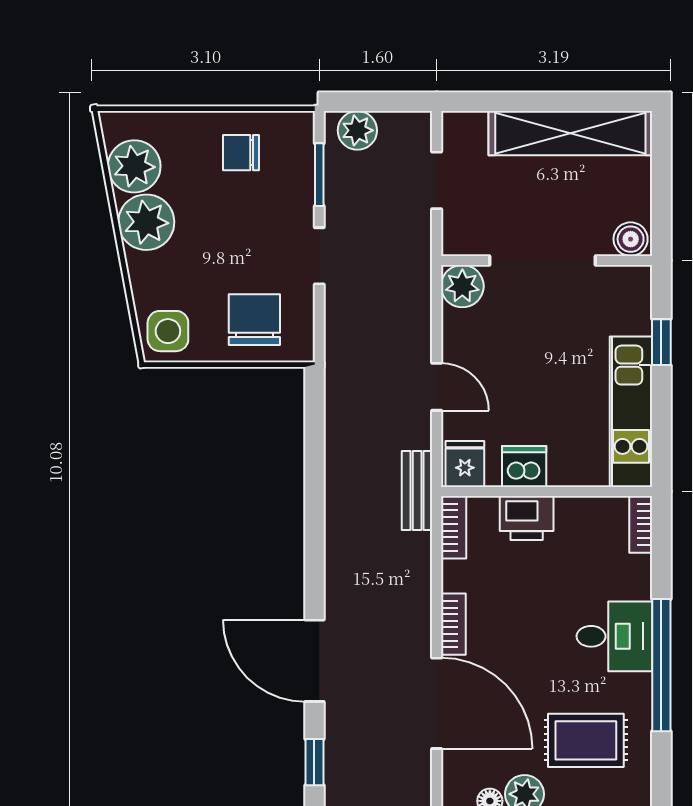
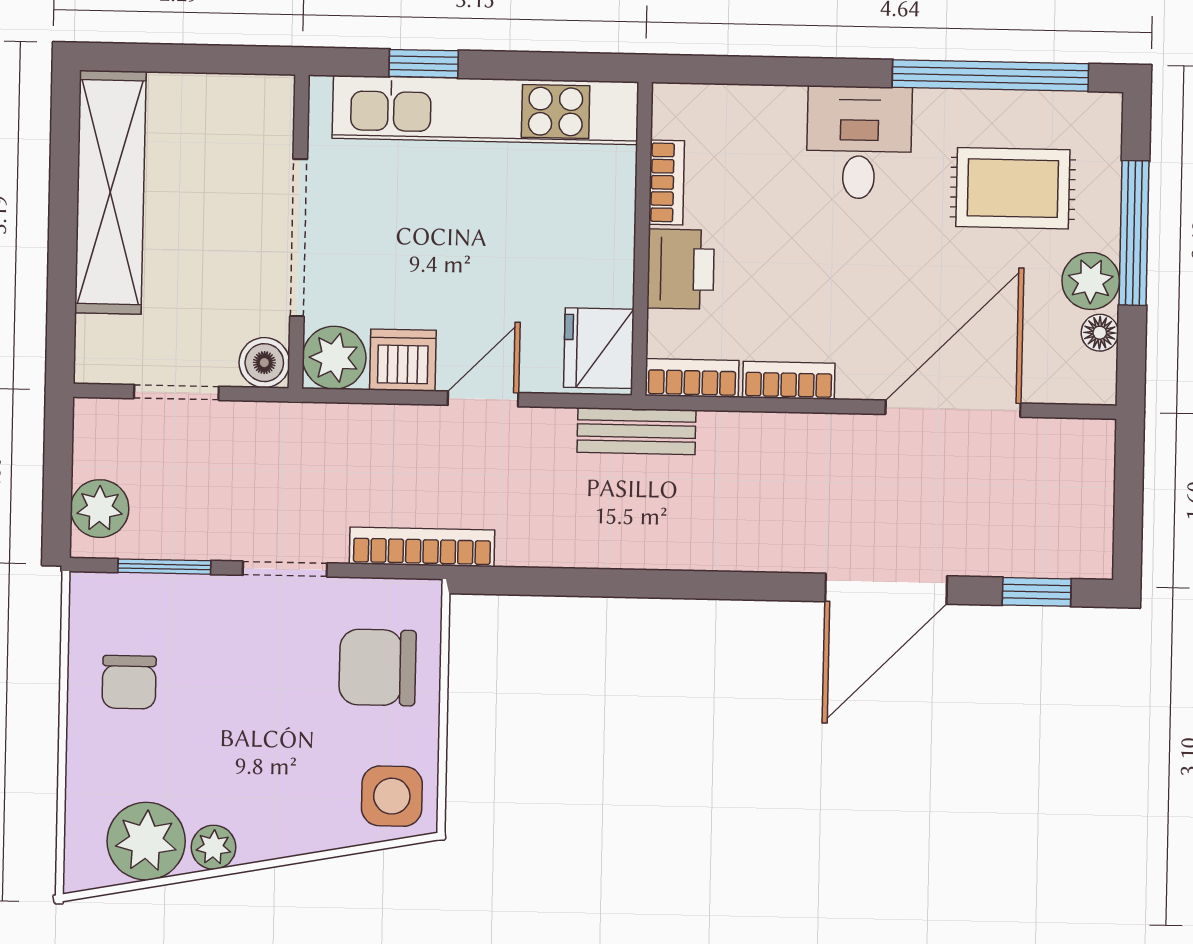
plant: (146, 222) -> (214, 847), width x0.53, depth x0.53
boiler: (631, 239) -> (264, 363), moved
bookcase: (336, 348) -> (422, 547), added
kitchen unit: (631, 412) -> (485, 110), width x1.36
fridge: (465, 464) -> (599, 348), width x1.38
dishwasher: (524, 466) -> (403, 360), moved, turned 90
bookcase: (641, 524) -> (666, 182), moved, turned -90
bookcase: (453, 624) -> (789, 380), moved
window: (661, 665) -> (990, 75), moved
rug: (586, 740) -> (1013, 188), turned 90

